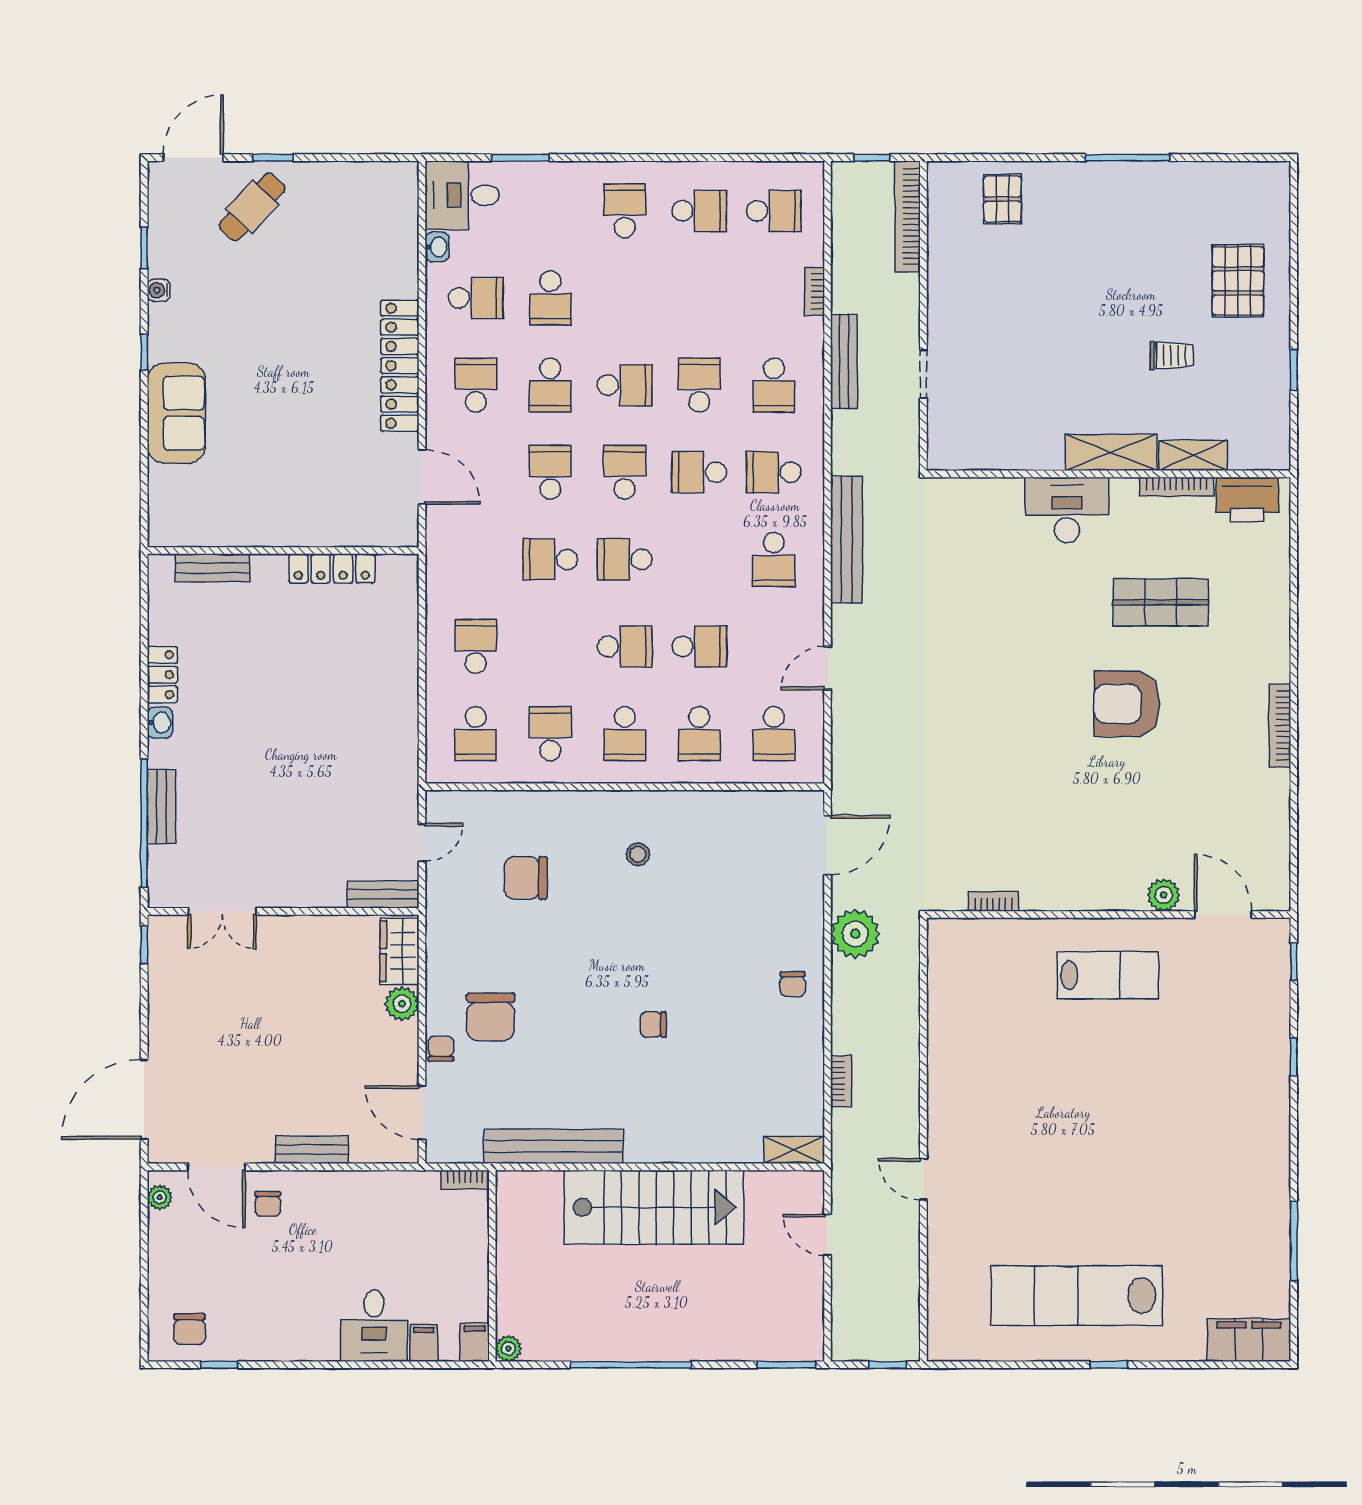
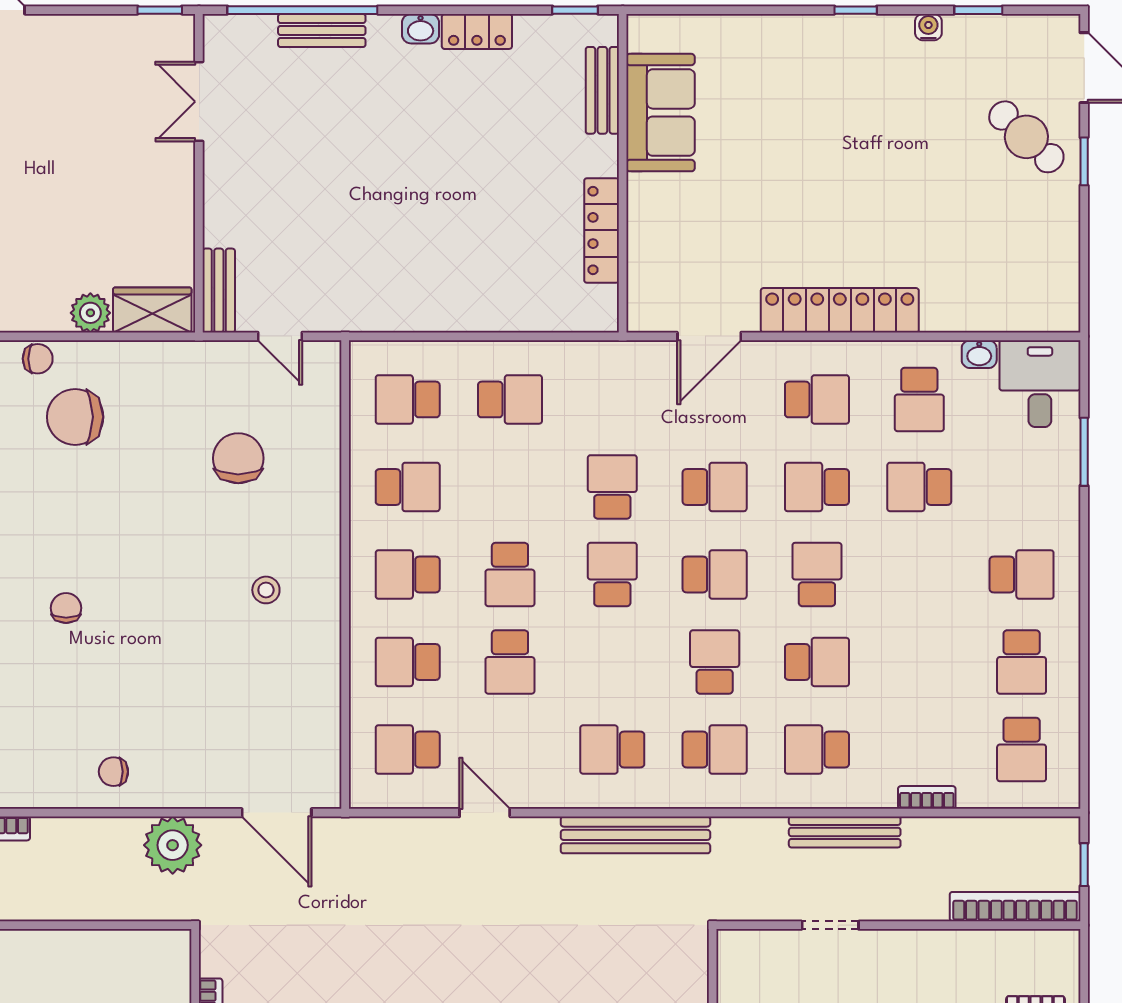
school desk: (625, 385) -> (817, 574), turned 180
sofa: (176, 413) -> (661, 113), moved, turned -90
school desk: (774, 472) -> (715, 750), turned 90
window: (144, 591) -> (575, 10), added

